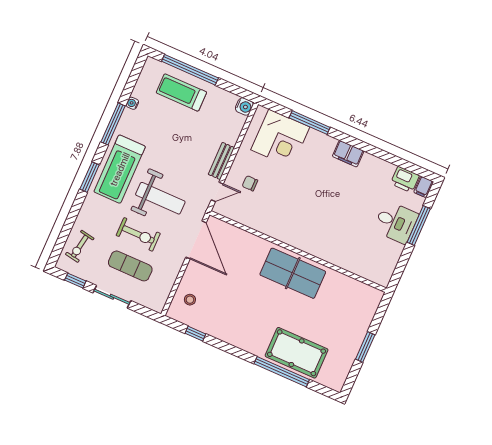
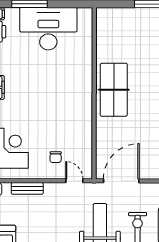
bench: (221, 161) -> (27, 188), moved
desk: (396, 222) -> (48, 29), width x1.87, depth x1.30

